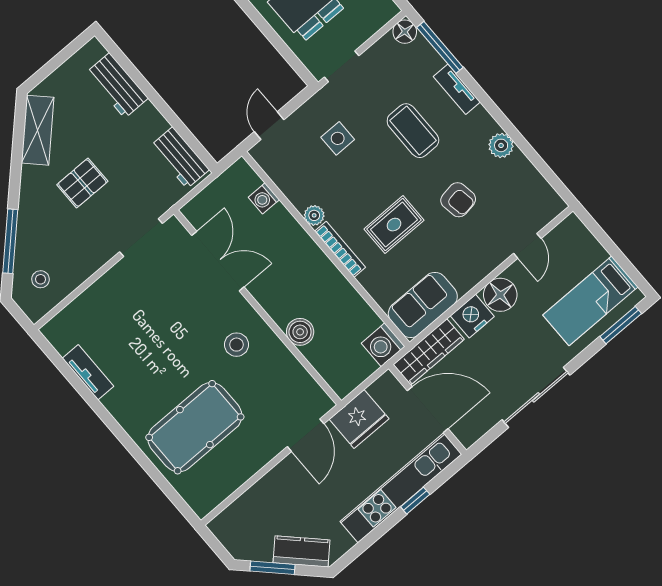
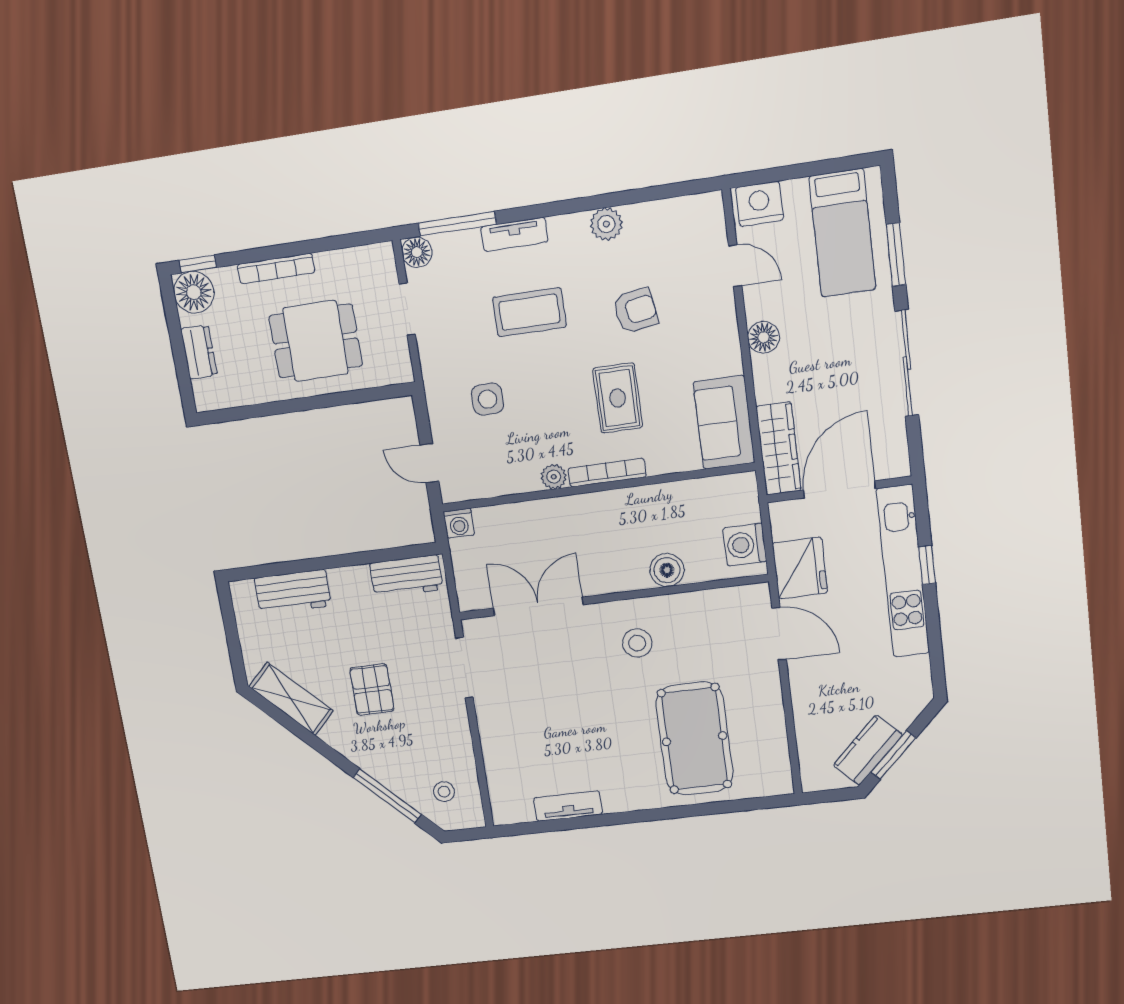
doorway: (342, 66) -> (407, 309), moved
washing machine: (264, 198) -> (459, 523), moved
floor lamp: (500, 295) -> (764, 337), width x0.73, depth x0.73
nightstand: (472, 316) -> (759, 204), moved, turned 90
window: (621, 325) -> (896, 255), moved
washing machine: (383, 345) -> (745, 545), moved, turned 90
kitchen counter: (302, 551) -> (868, 750), moved

